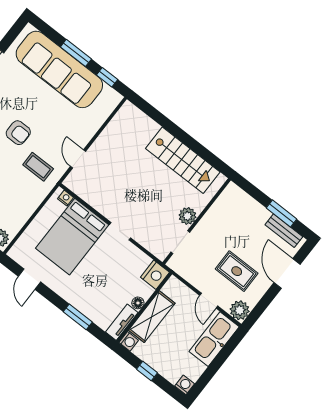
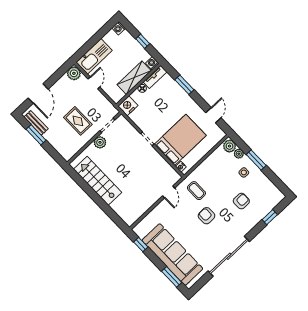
window: (76, 53) -> (172, 277), moved
rug: (237, 271) -> (78, 121), moved

